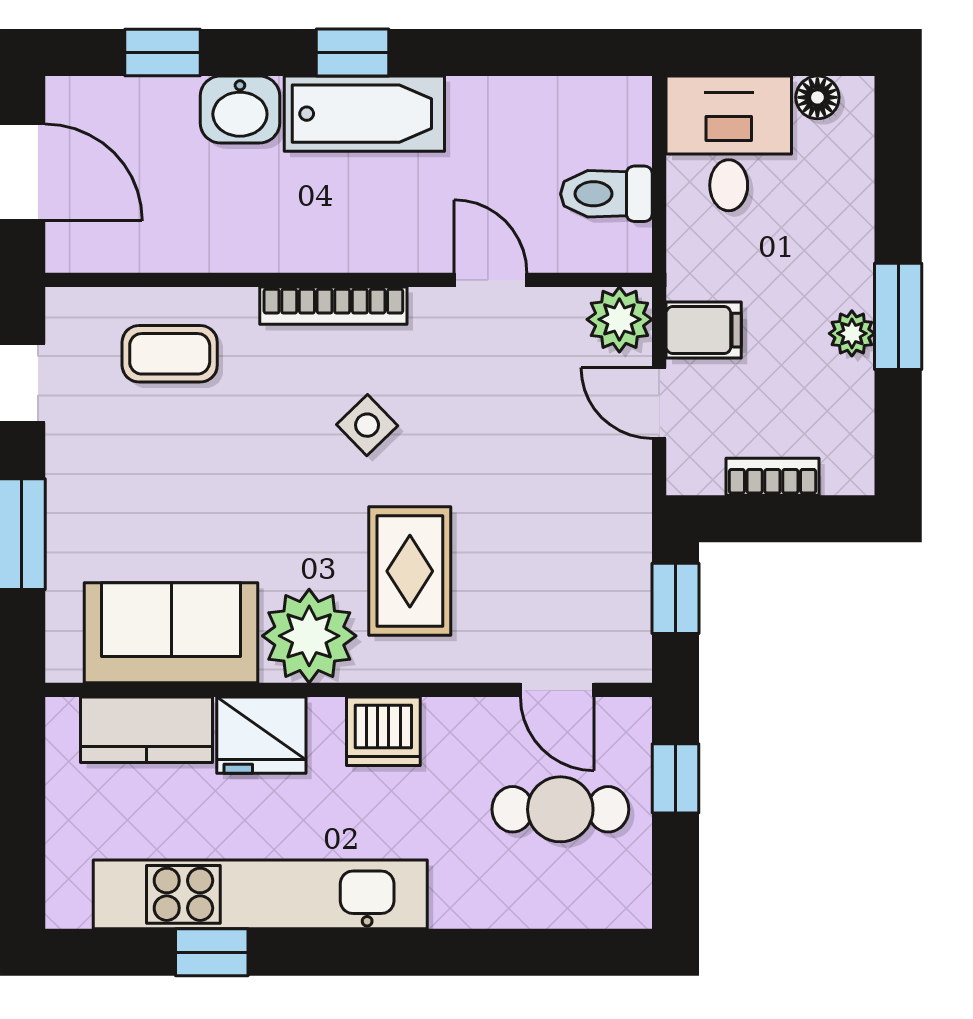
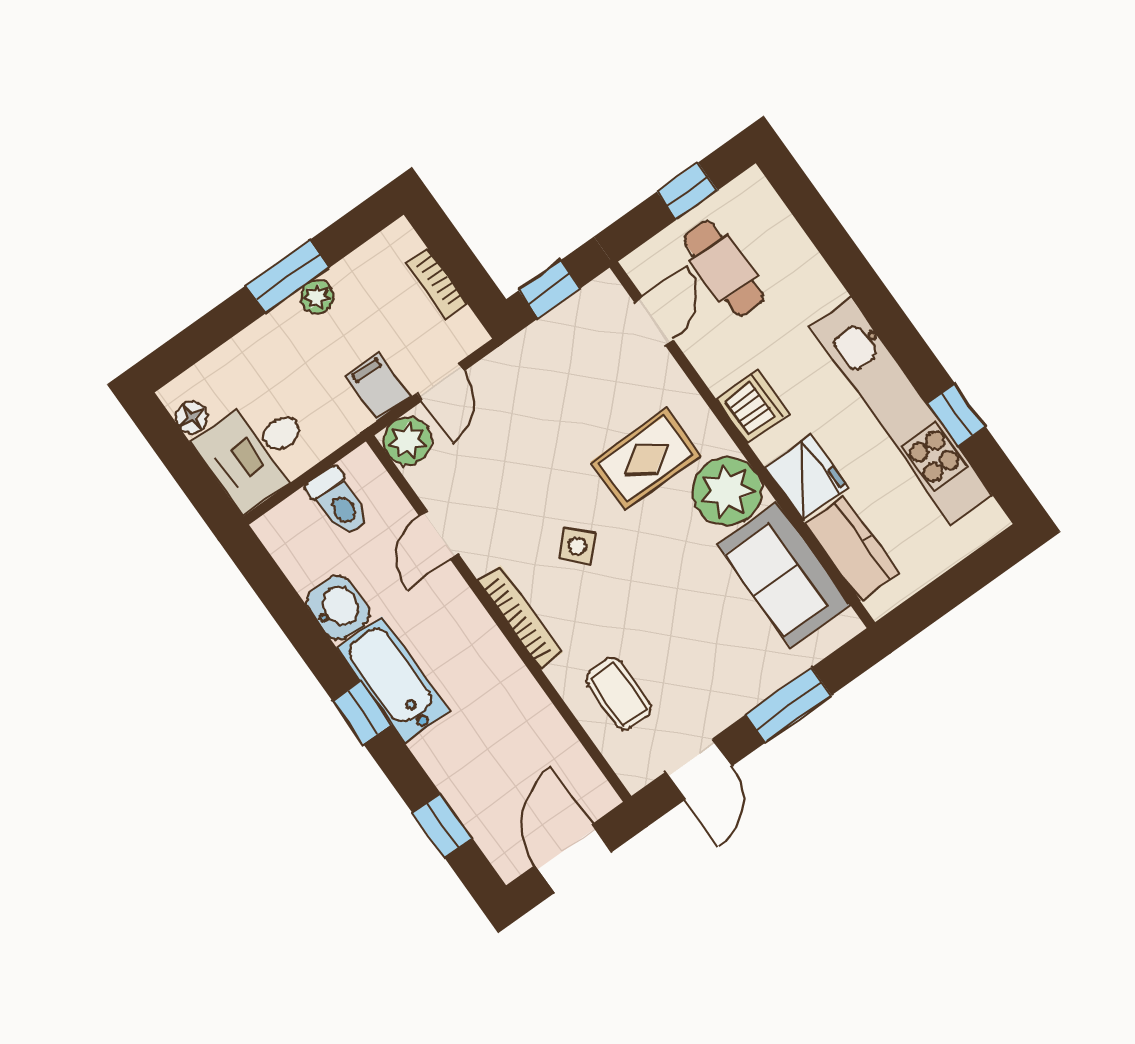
washbasin: (240, 109) -> (338, 608), moved
window: (676, 778) -> (687, 191), moved

